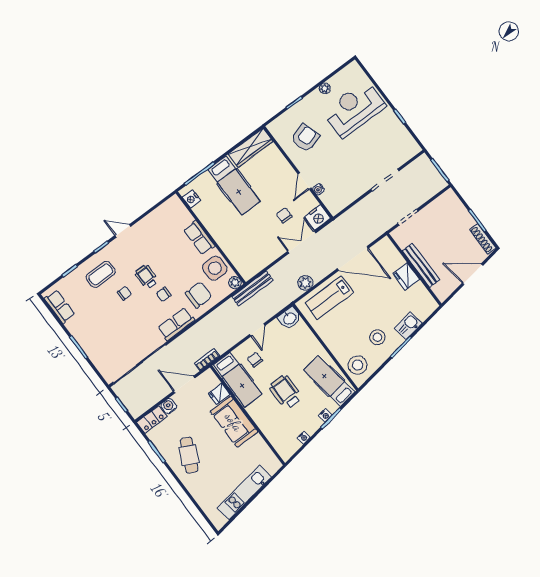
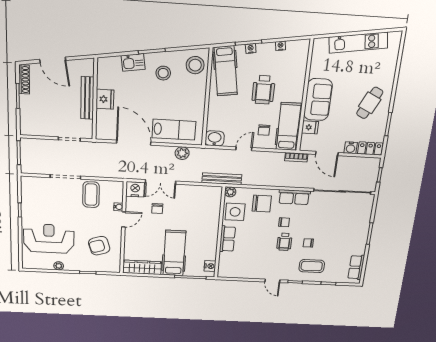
reception desk: (354, 109) -> (49, 239), turned 180
coffee table: (351, 181) -> (91, 195), added
chair: (199, 295) -> (262, 204), turned 180

